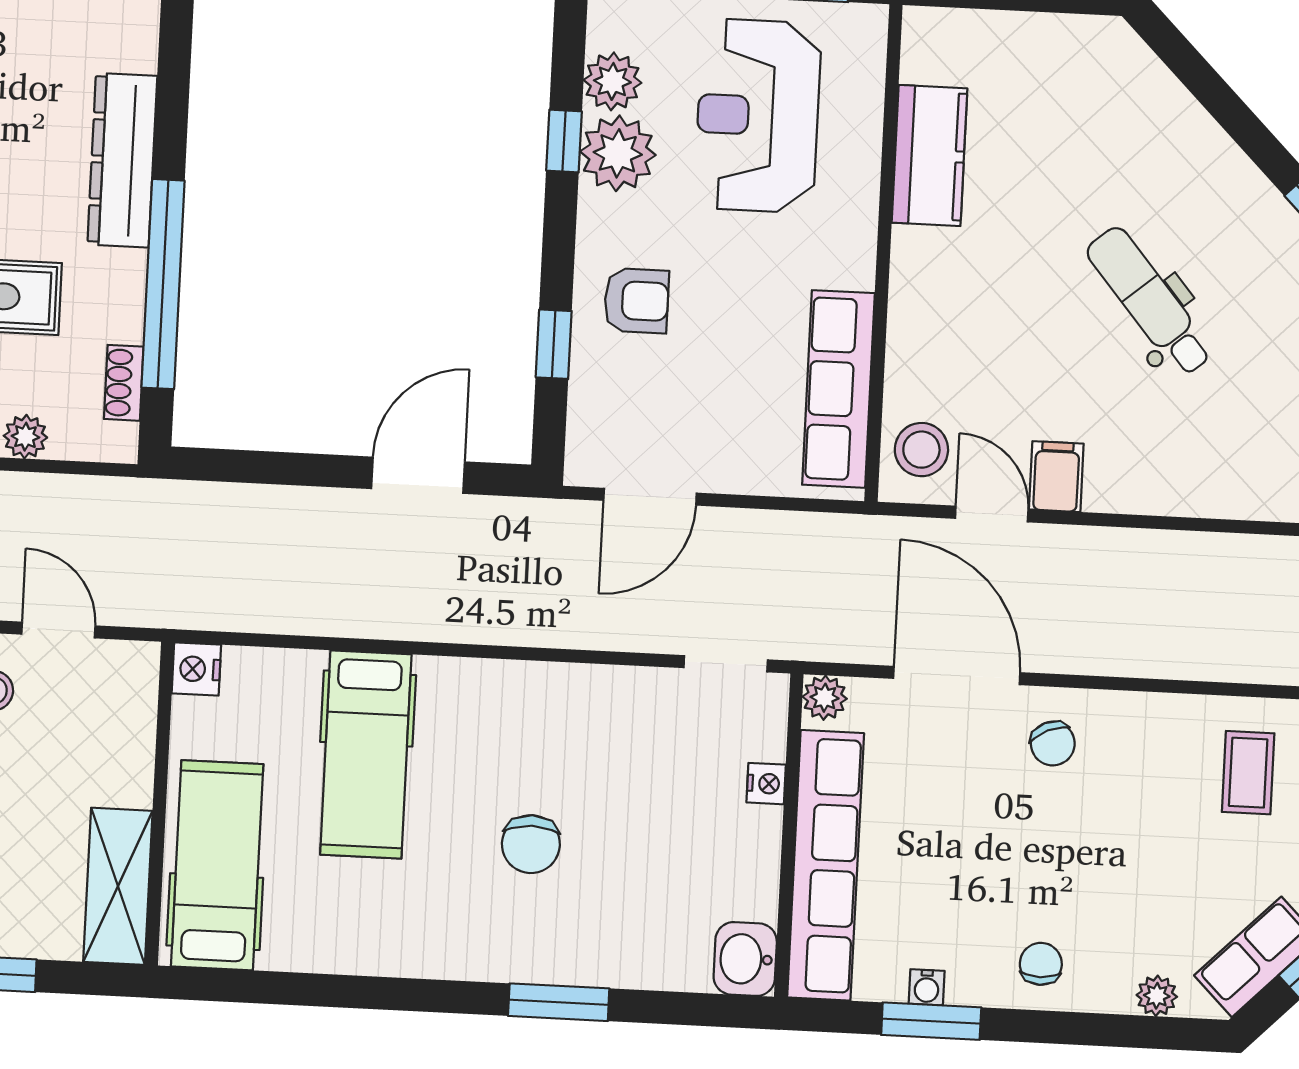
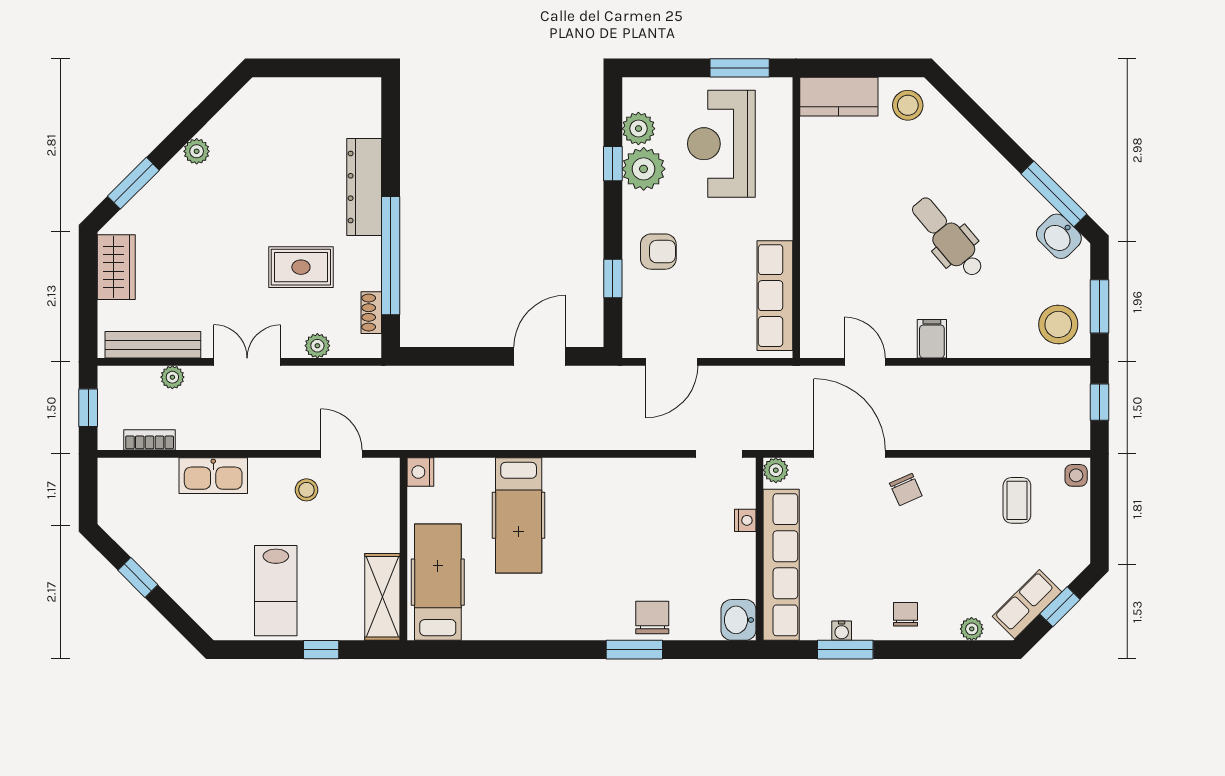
kitchen counter: (929, 156) -> (839, 97), moved, turned 90
stool: (921, 450) -> (908, 105), moved
filing cabinet: (1056, 477) -> (932, 339), moved
chair: (531, 844) -> (652, 617), moved, turned 180

